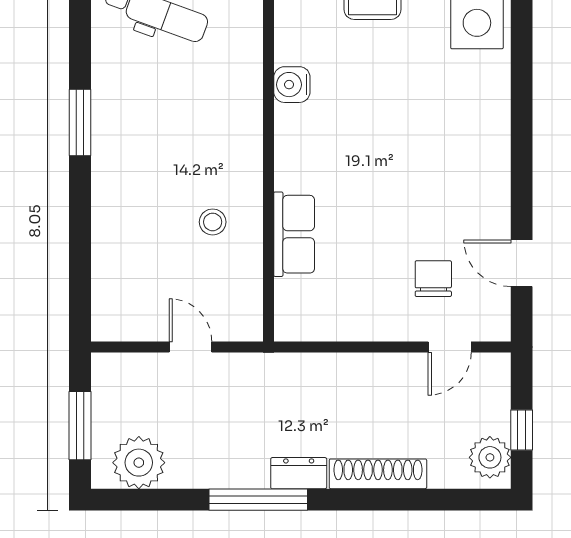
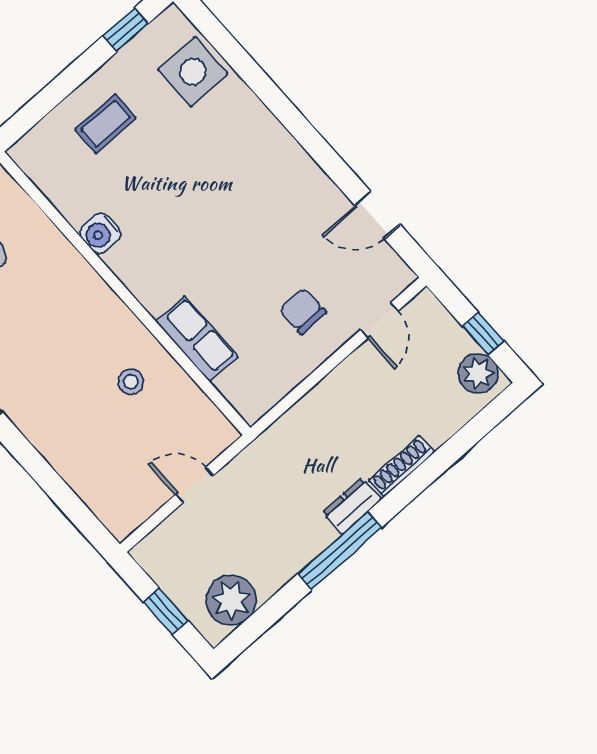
chair: (433, 279) -> (303, 311), moved
window: (80, 426) -> (166, 611), width x0.67
shoe rack: (378, 474) -> (401, 466), width x0.74, depth x0.81

